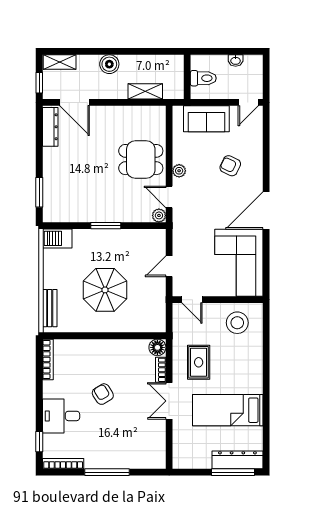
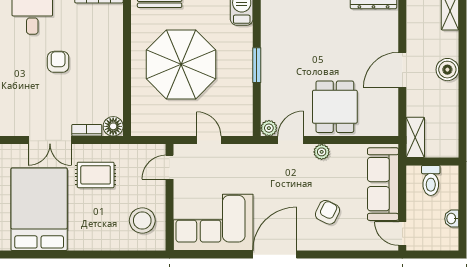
shelving: (145, 91) -> (415, 137), moved
door: (74, 102) -> (402, 70), moved
sofa: (206, 119) -> (383, 184), width x1.36
door: (266, 211) -> (275, 255), hinge flipped
parasol: (105, 290) -> (181, 64), width x1.36, depth x1.36
armchair: (103, 394) -> (58, 62), turned -58
double door: (169, 401) -> (50, 140), swing flipped
bed: (228, 410) -> (39, 209), width x1.50

